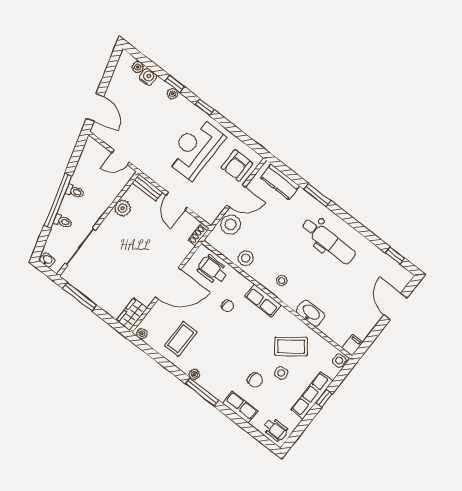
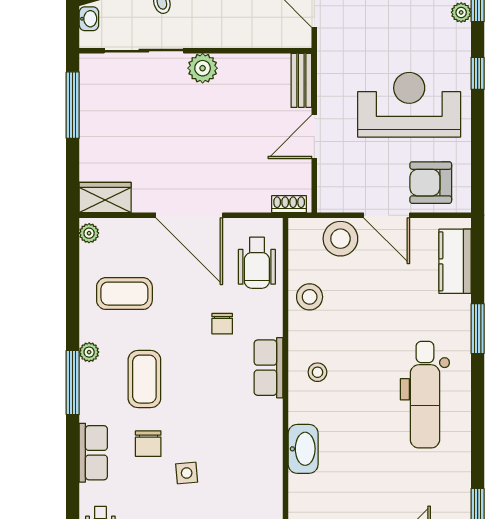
plant: (123, 208) -> (203, 68), moved
wheelchair: (213, 270) -> (257, 263), turned 180
coffee table: (291, 347) -> (144, 379), moved, turned 37

